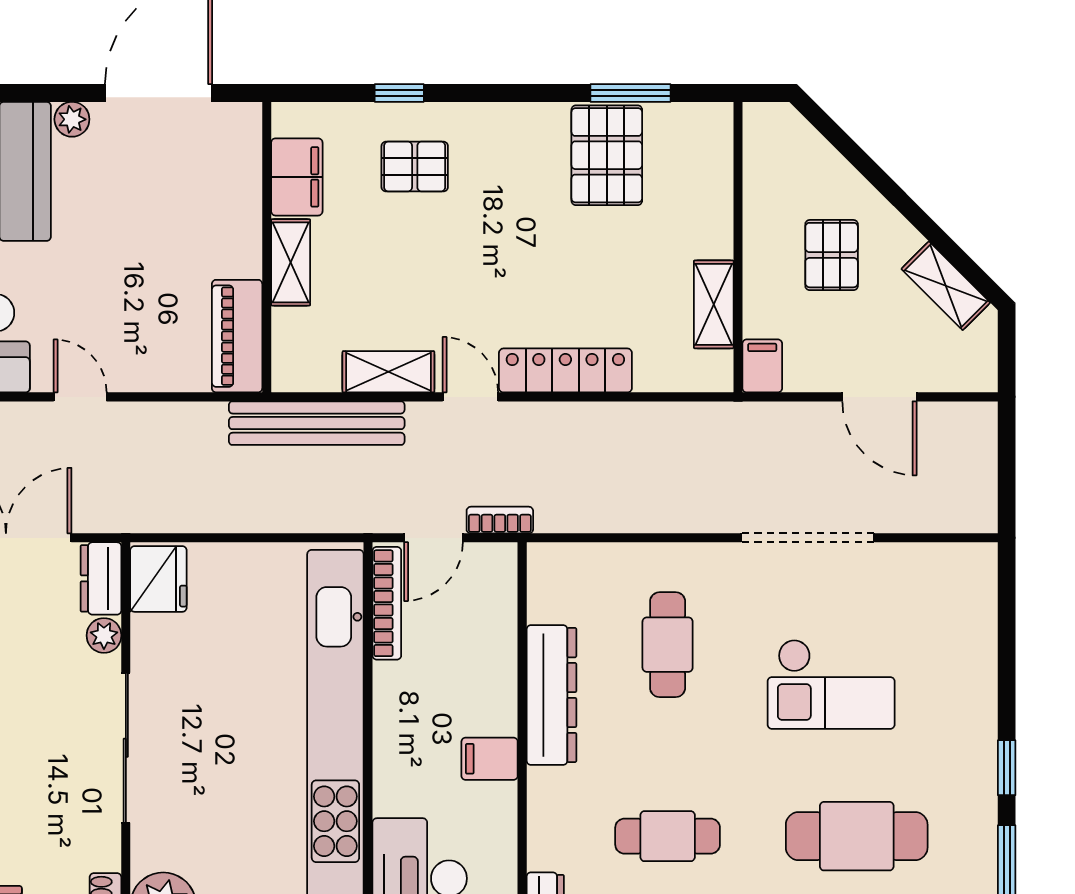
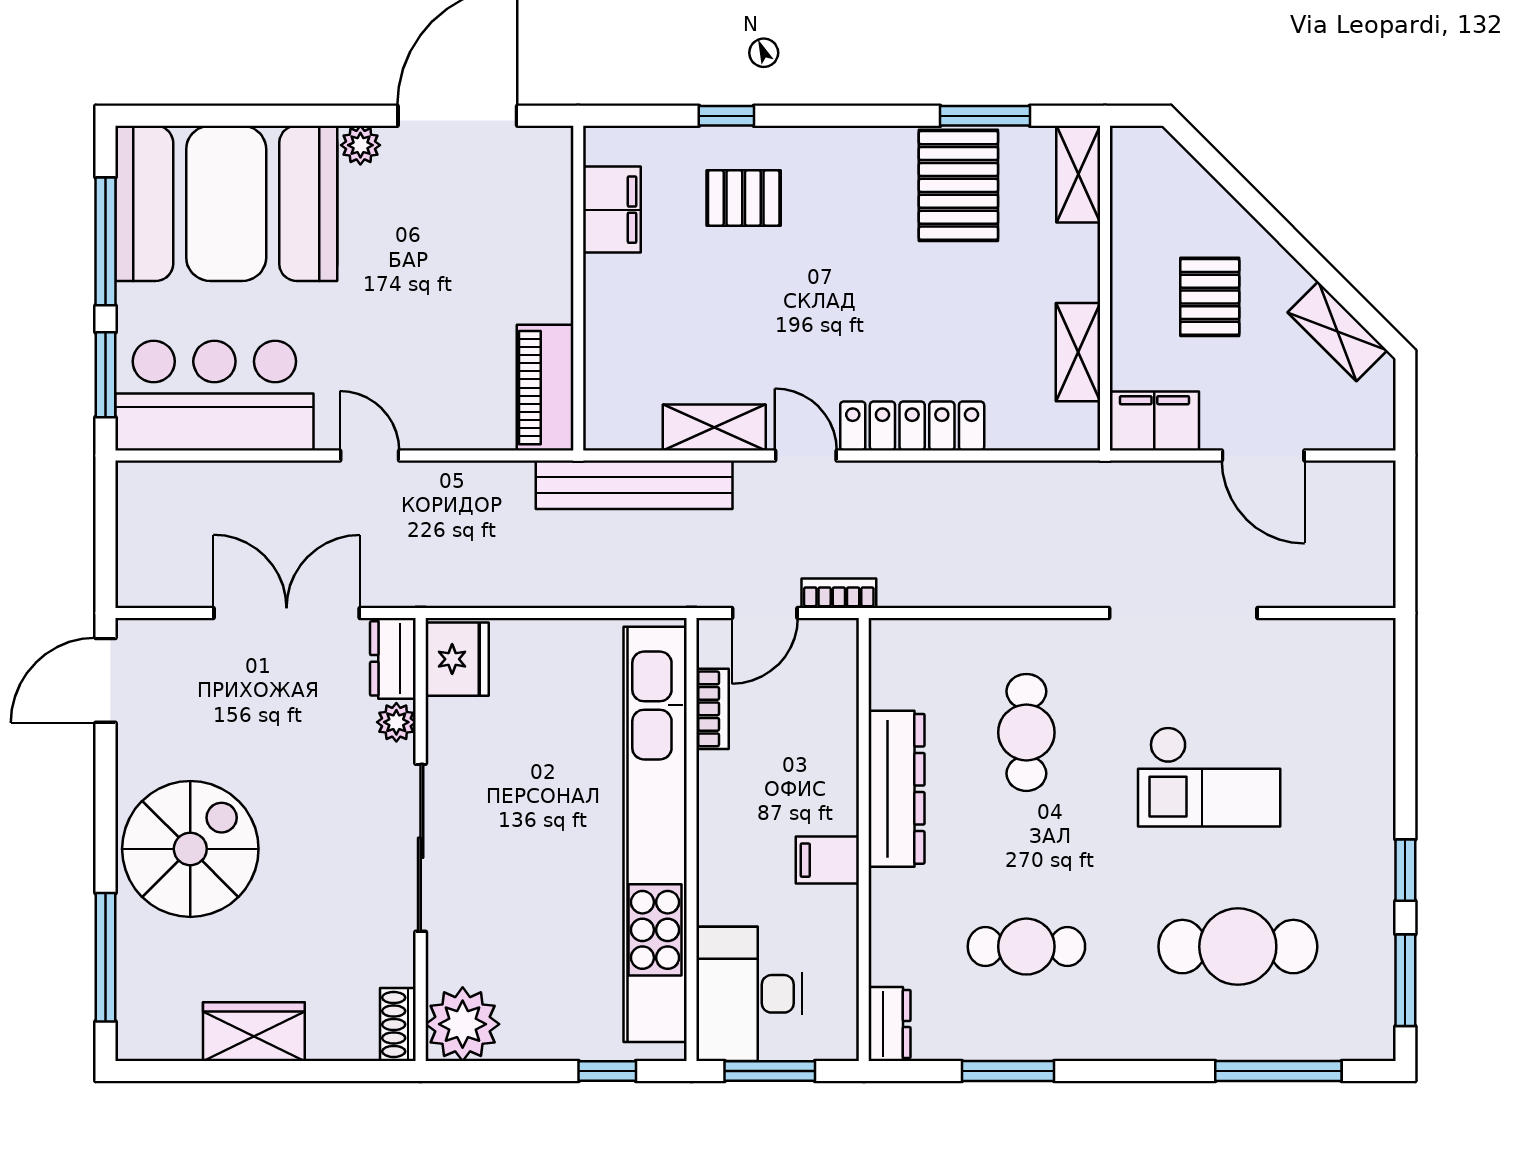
shelving: (291, 262) -> (1078, 174), moved
filing cabinet: (762, 366) -> (1154, 421), width x2.00
bookcase: (387, 603) -> (713, 709), width x0.64

